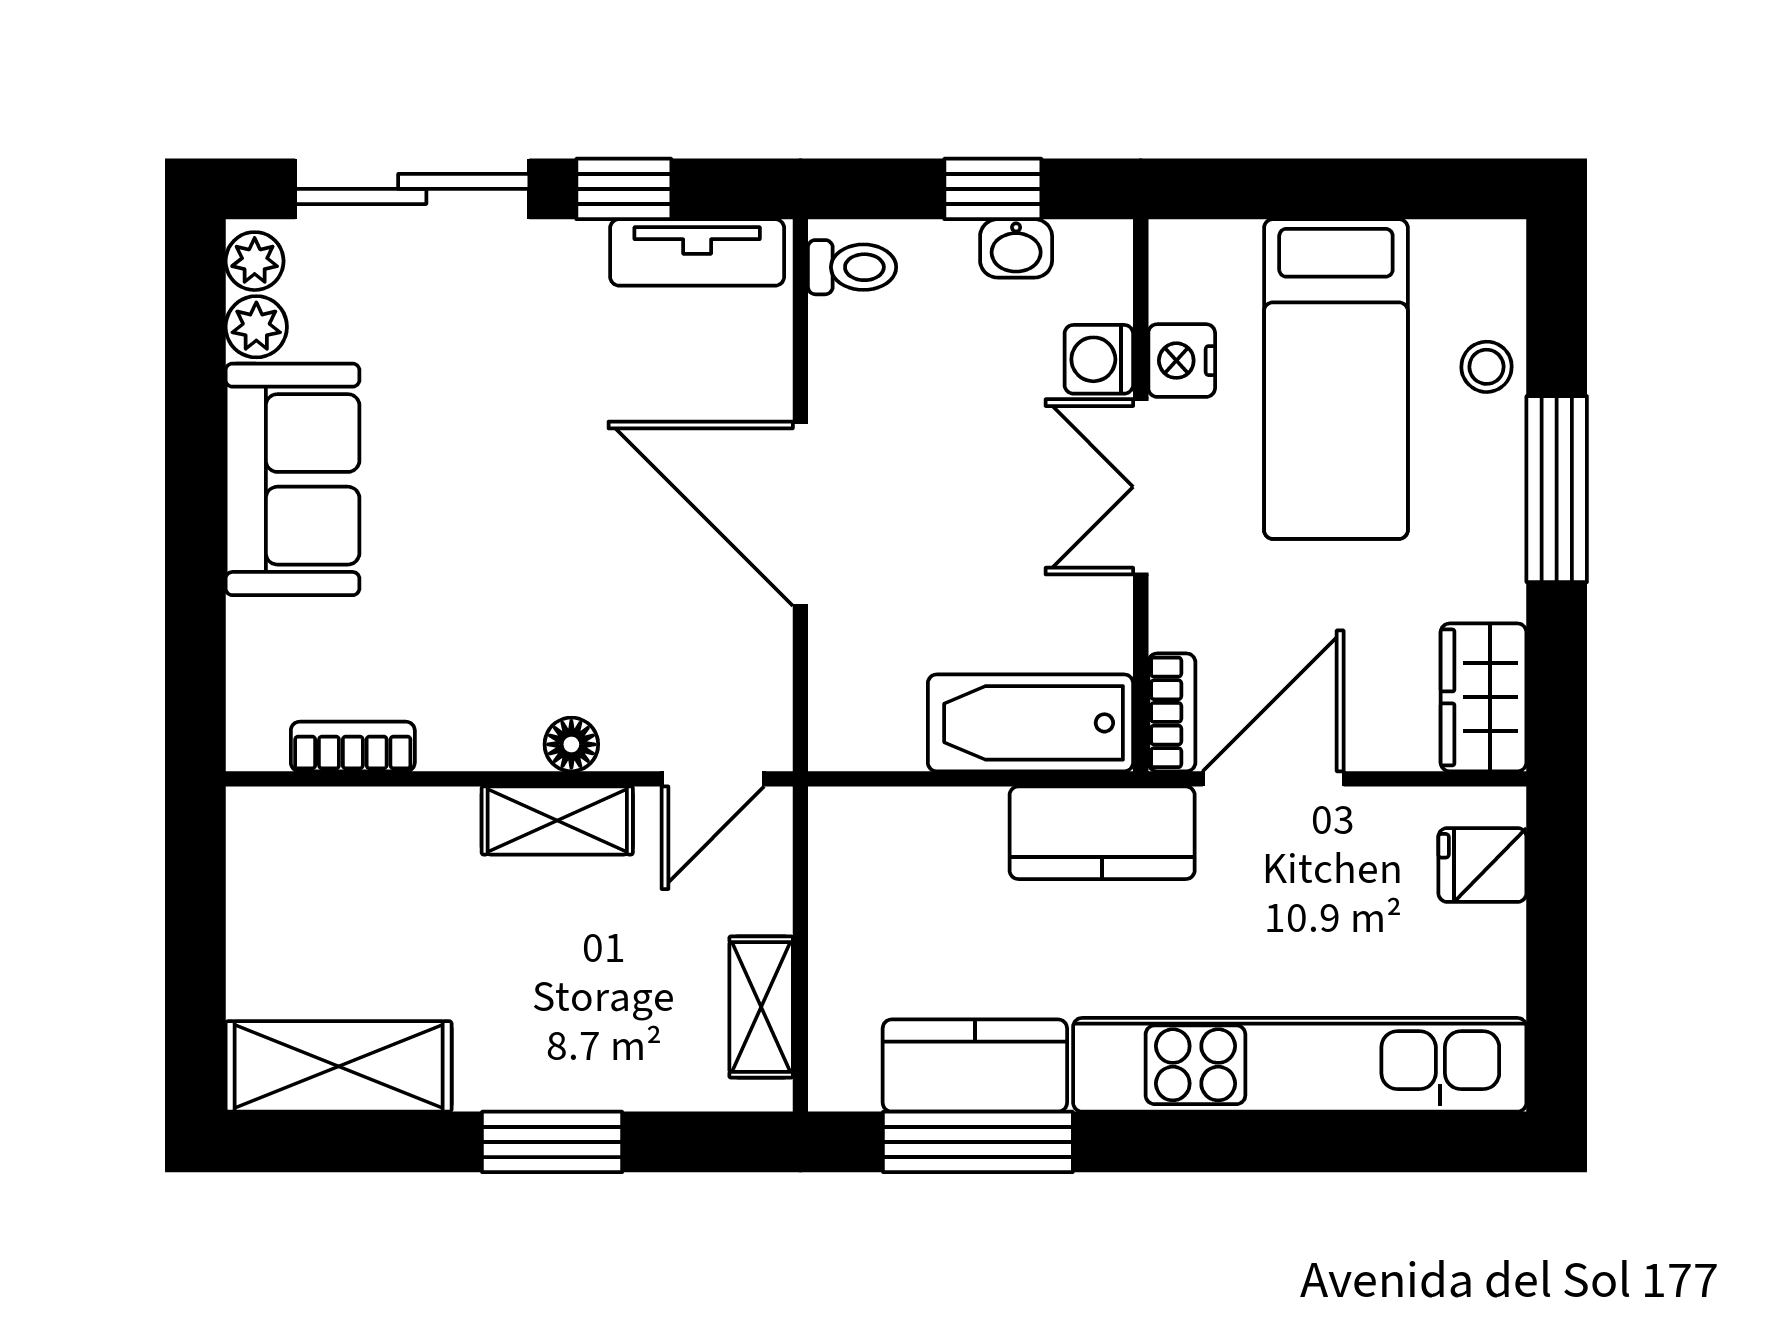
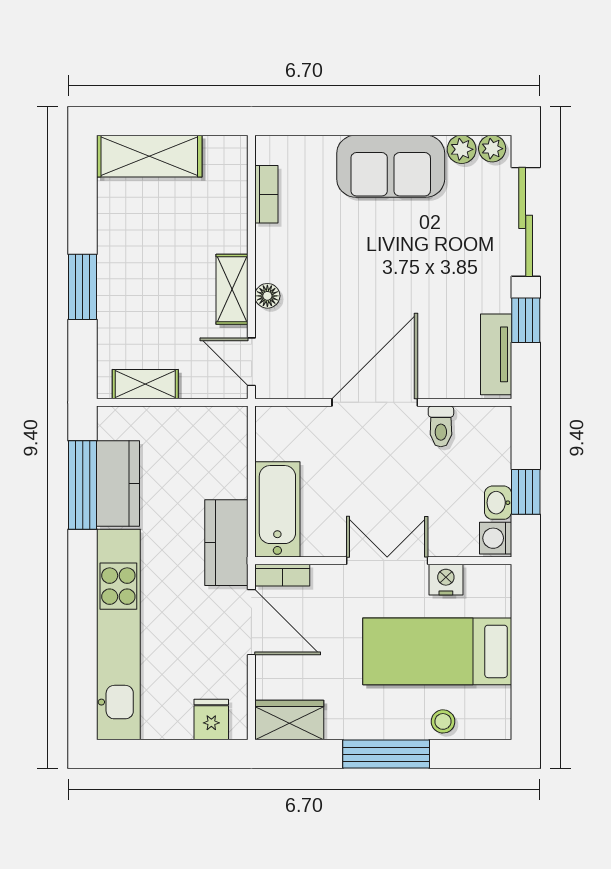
toilet: (852, 267) -> (441, 426), moved
washing machine: (1099, 359) -> (496, 538), moved, turned -90
shelving: (339, 1066) -> (149, 156), moved, turned 90

